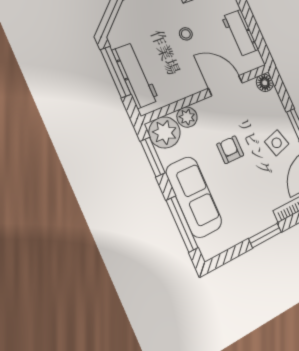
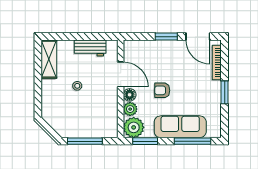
workbench: (136, 75) -> (92, 130), removed
floor lamp: (265, 83) -> (130, 95), moved
door: (226, 86) -> (121, 74), swing flipped
side table: (277, 143) -> (172, 57), removed

